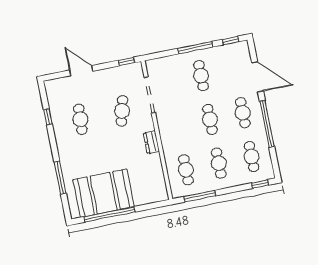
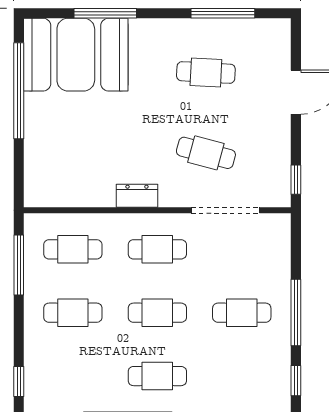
window: (48, 117) -> (223, 13), width x2.17
cafe table: (252, 157) -> (157, 249), moved
booth: (104, 193) -> (76, 55), moved, turned 90

